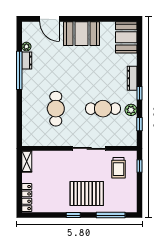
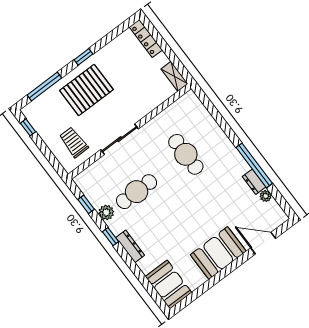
window: (140, 166) -> (28, 127), moved

